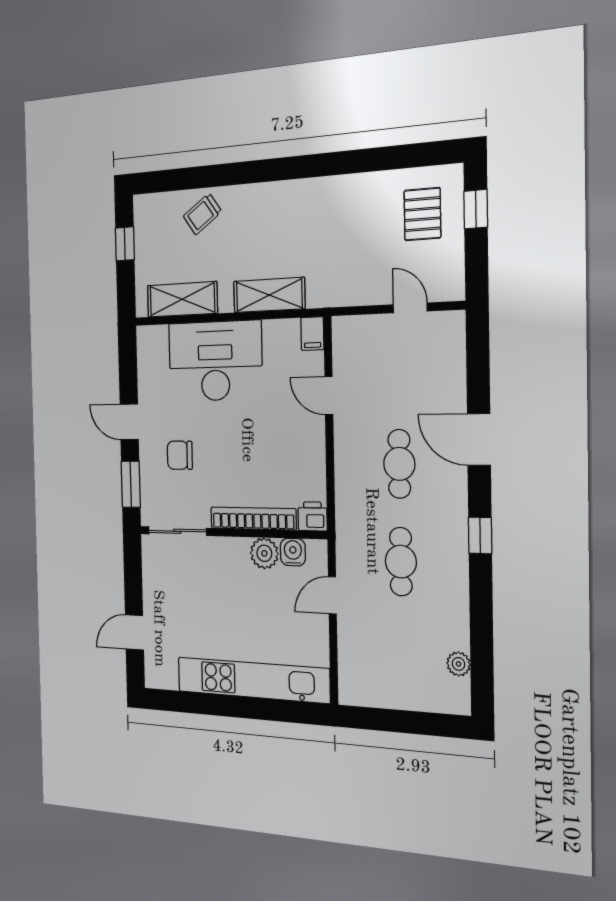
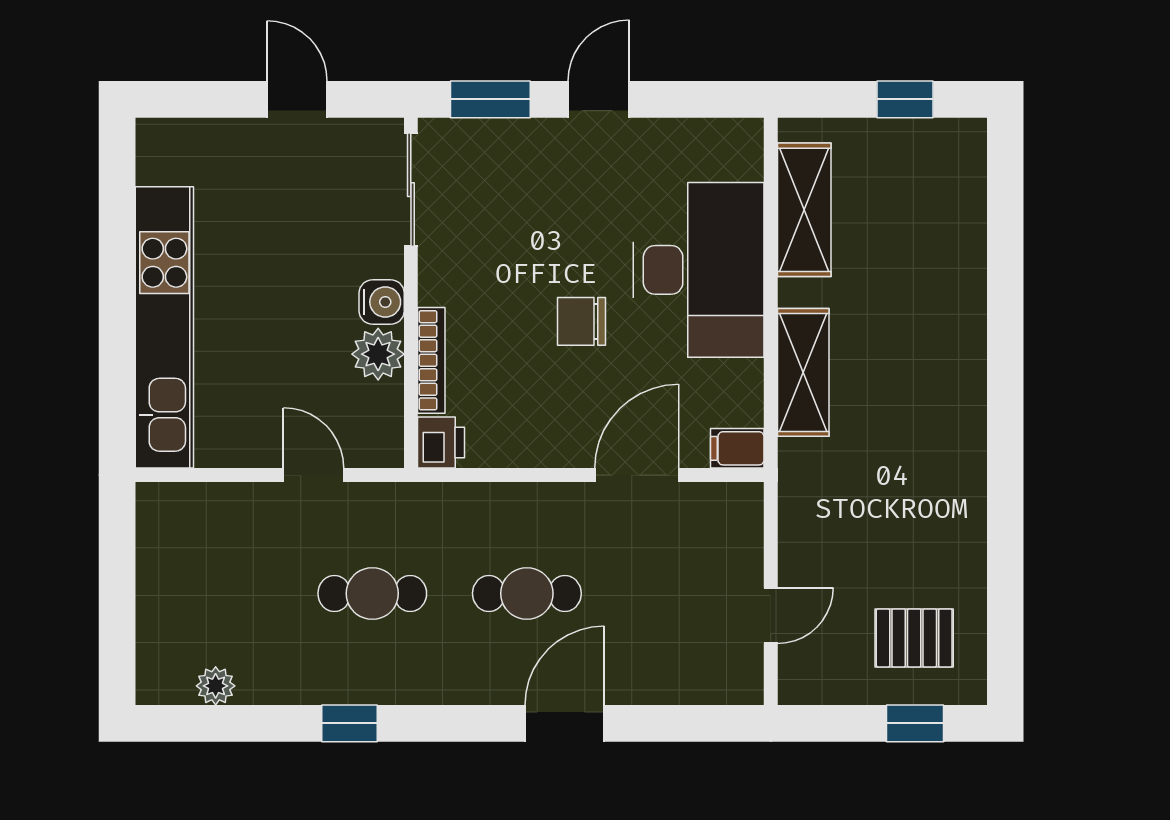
trolley: (202, 214) -> (944, 252), removed
door: (329, 395) -> (637, 475), width x1.38
chair: (180, 455) -> (581, 321), moved, turned -90
bookcase: (253, 518) -> (431, 360), width x0.68, depth x0.76
window: (480, 536) -> (349, 723), moved
water cooler: (293, 552) -> (382, 302), moved
door: (134, 632) -> (297, 99), moved

